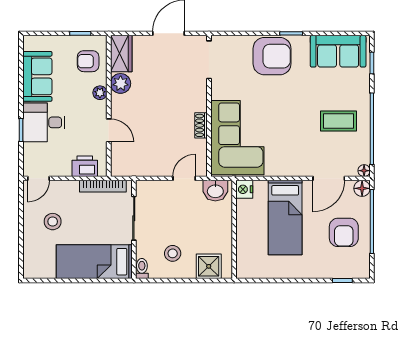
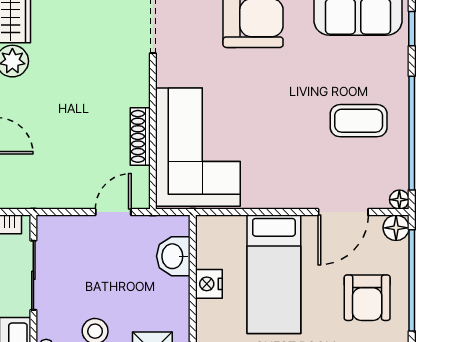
shoe rack: (201, 125) -> (140, 136), width x1.43
nightstand: (244, 189) -> (209, 284), moved
washbasin: (215, 191) -> (173, 256), moved, turned 90

